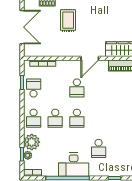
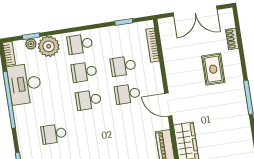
rug: (68, 20) -> (213, 69), turned 90
school desk: (34, 88) -> (123, 66), moved, turned 180
desk: (74, 165) -> (25, 84), moved

